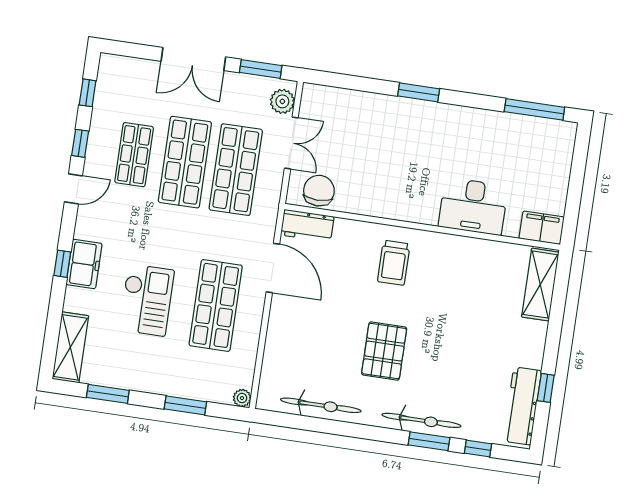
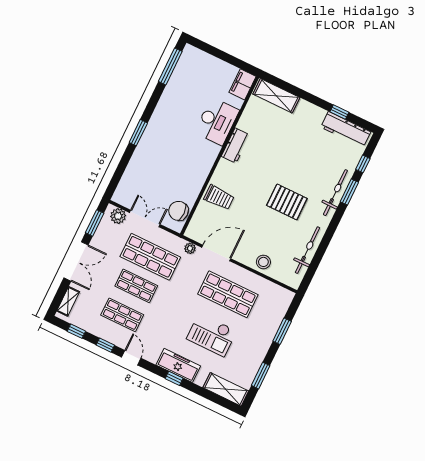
shelving: (129, 66) -> (68, 301), added
shop shelf: (185, 162) -> (136, 286), width x0.70, depth x0.74
workbench: (307, 226) -> (235, 146), moved
trolley: (394, 263) -> (219, 197), moved
freezer: (84, 264) -> (178, 365), width x1.40
checkout: (147, 300) -> (212, 335), turned 180
stool: (282, 344) -> (263, 262), added
plant: (242, 398) -> (190, 248), moved

